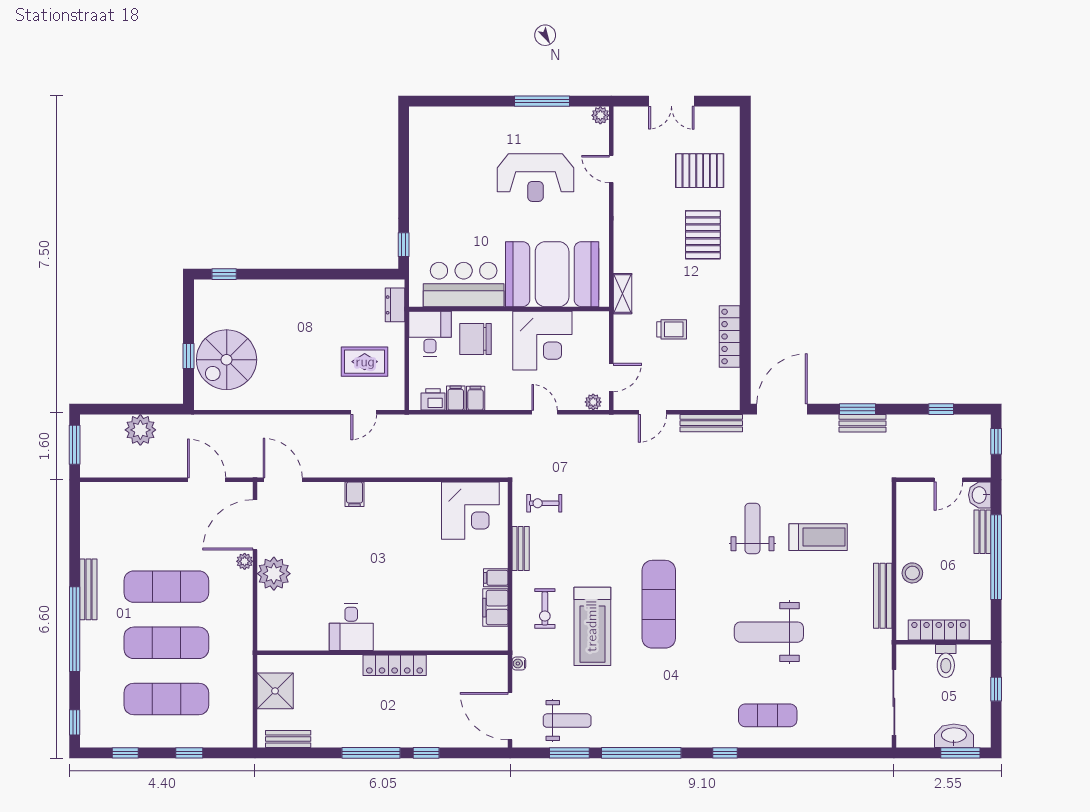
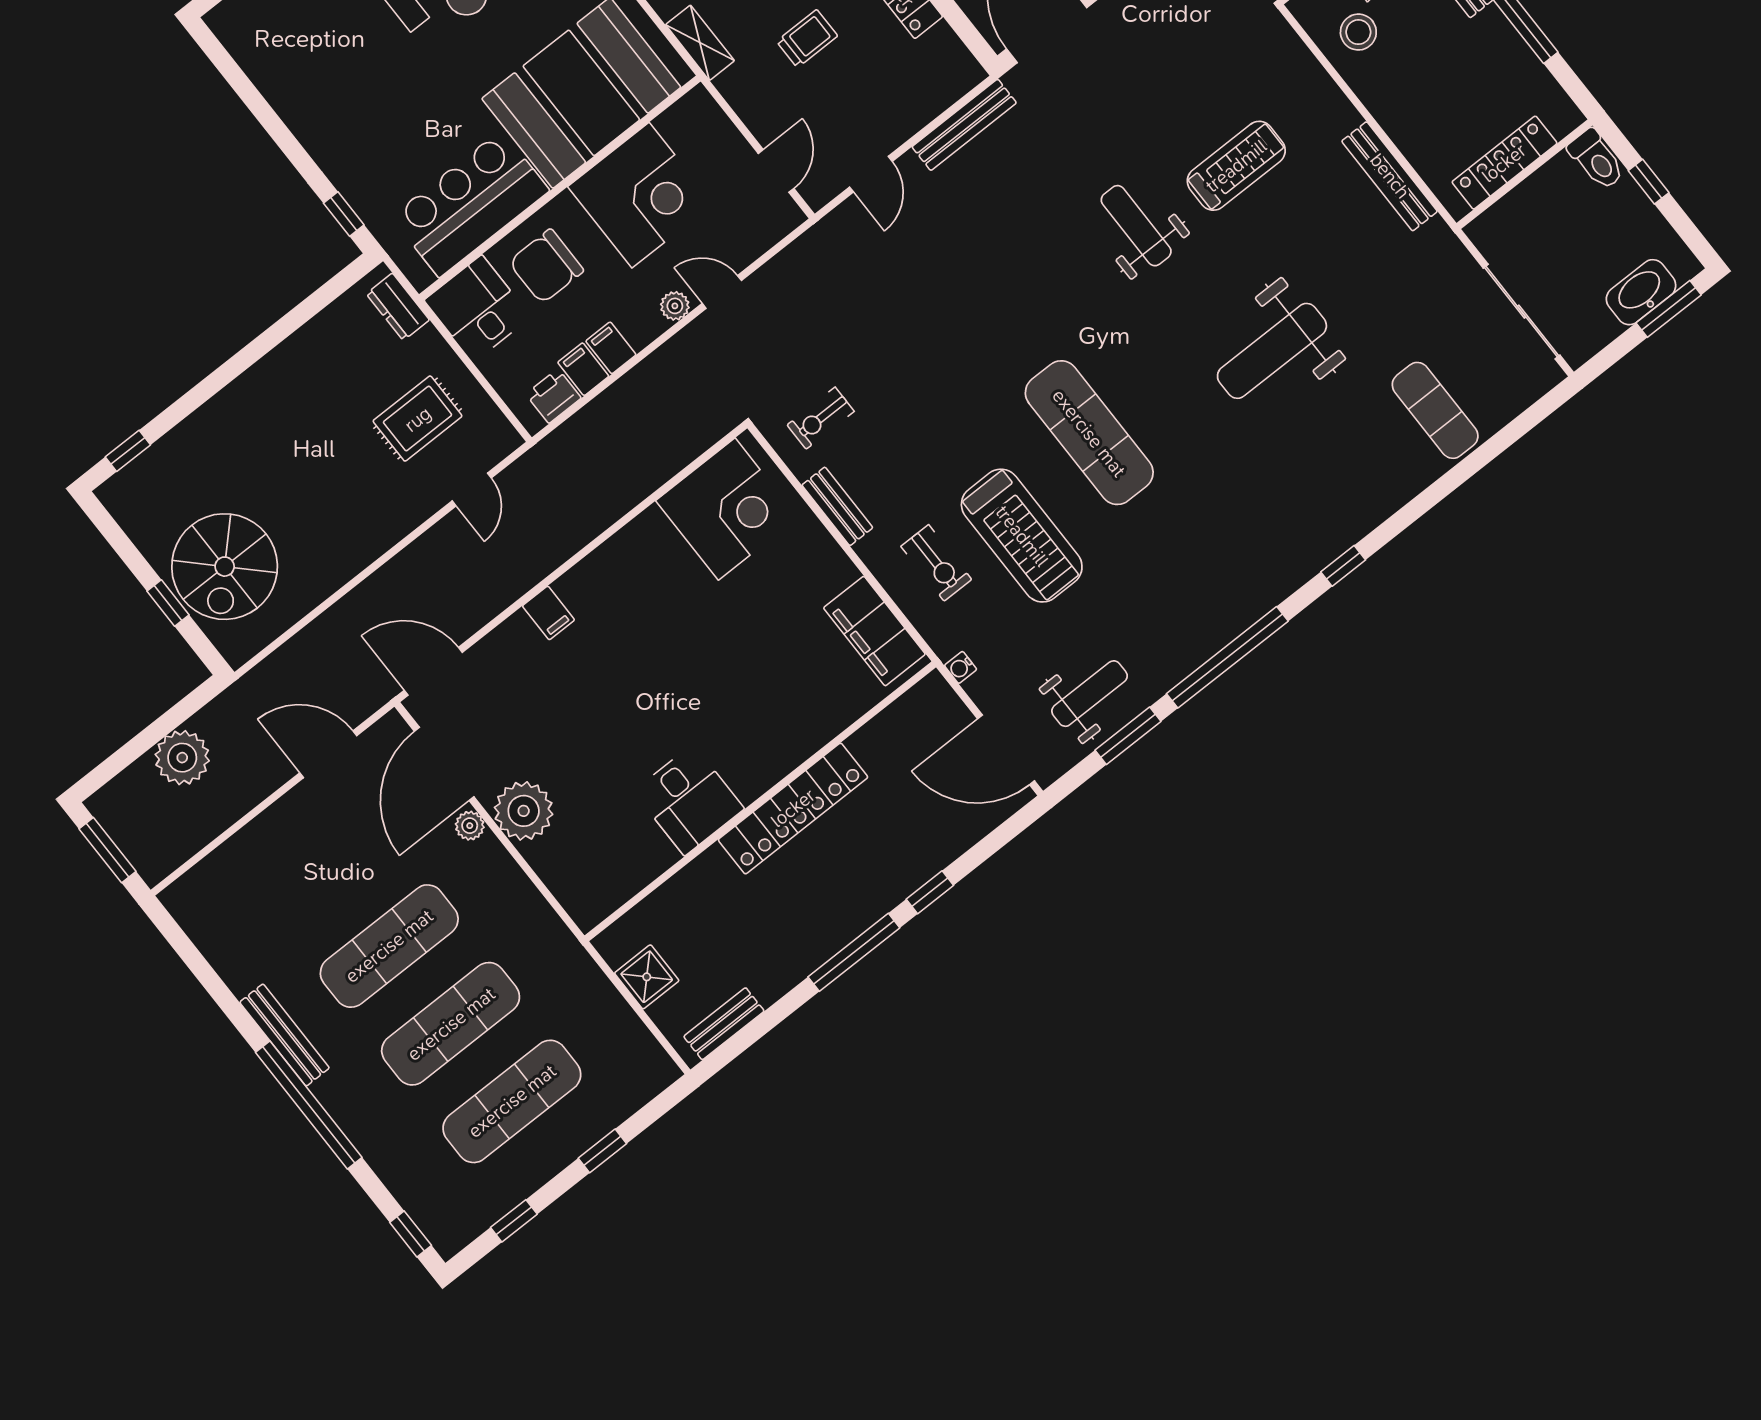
plant: (593, 402) -> (675, 306), moved
stool: (912, 573) -> (1358, 32), moved
filing cabinet: (496, 578) -> (835, 574), removed
filing cabinet: (495, 608) -> (874, 631), width x1.50, depth x1.17
toilet: (946, 661) -> (1596, 159), moved
locker: (395, 665) -> (793, 808), width x1.41, depth x1.21
shower: (275, 691) -> (647, 977), width x0.73, depth x0.73
exercise mat: (768, 715) -> (1435, 410), moved, turned 90

